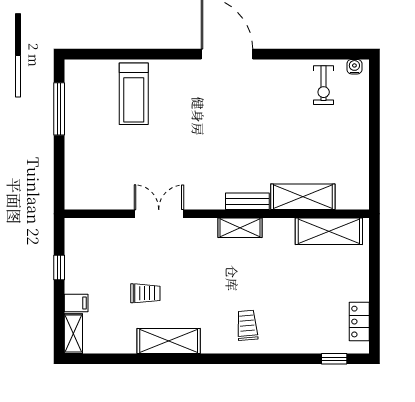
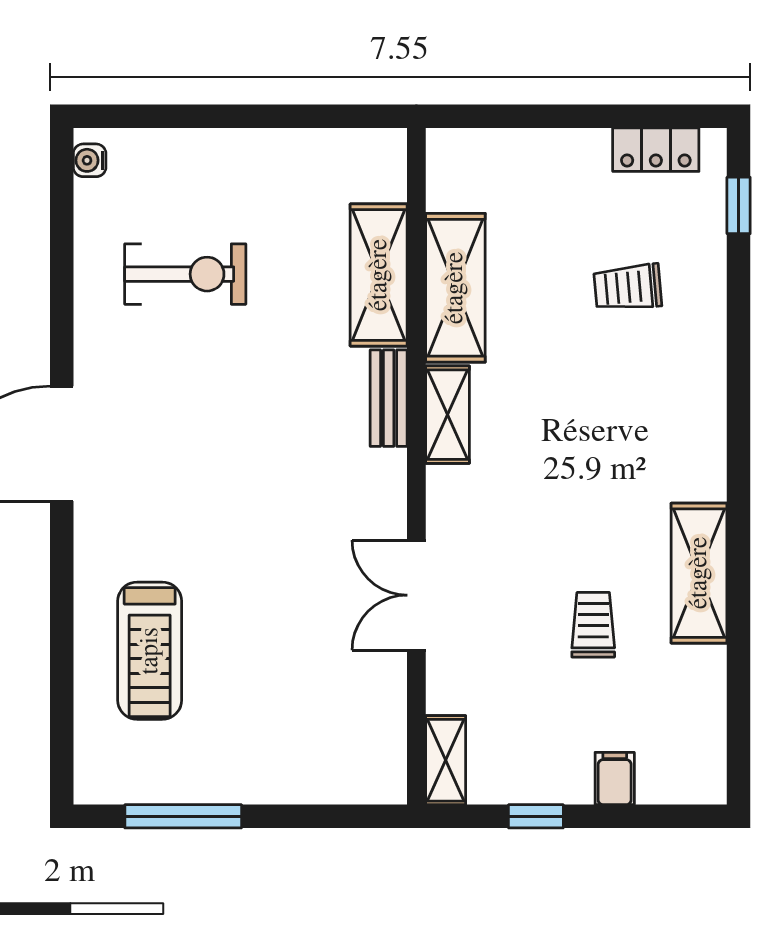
exercise bike: (324, 85) -> (185, 274), moved, width x1.38, depth x1.39
treadmill: (134, 94) -> (150, 651), turned 90
shelving: (329, 231) -> (455, 288), moved
trolley: (247, 325) -> (628, 287), moved
shelving: (73, 334) -> (446, 760), moved, turned 90

